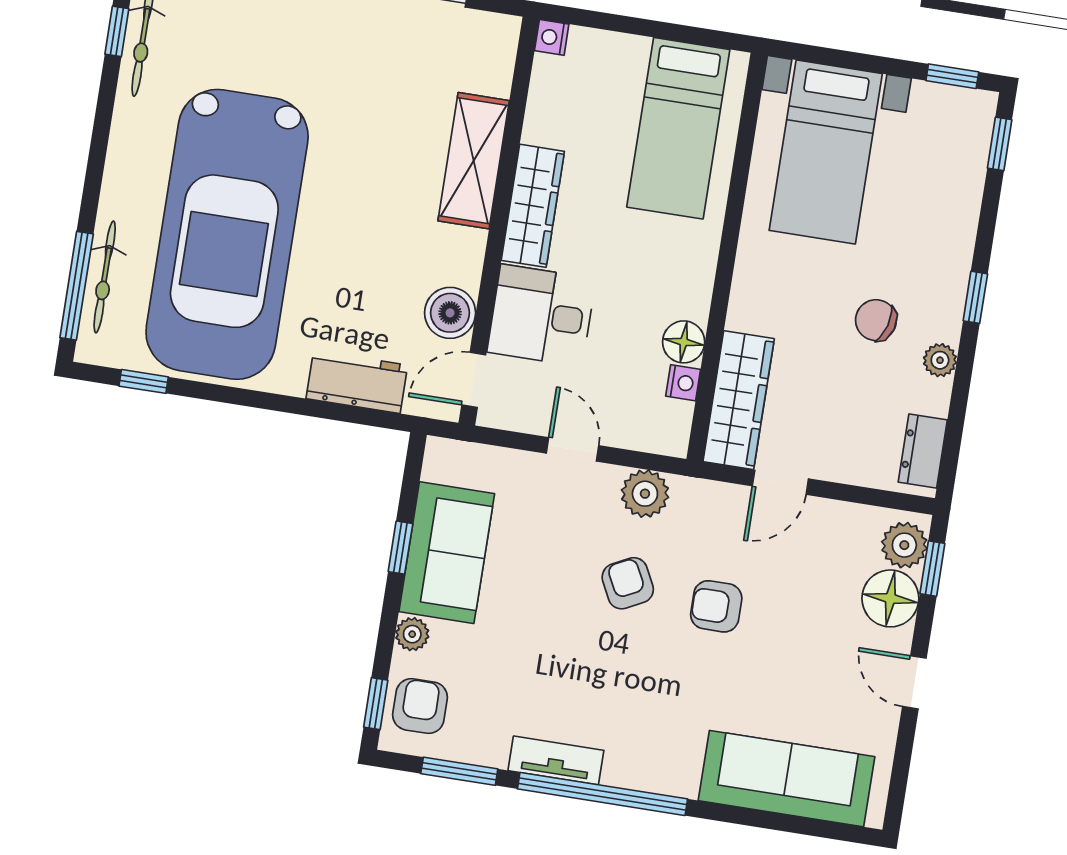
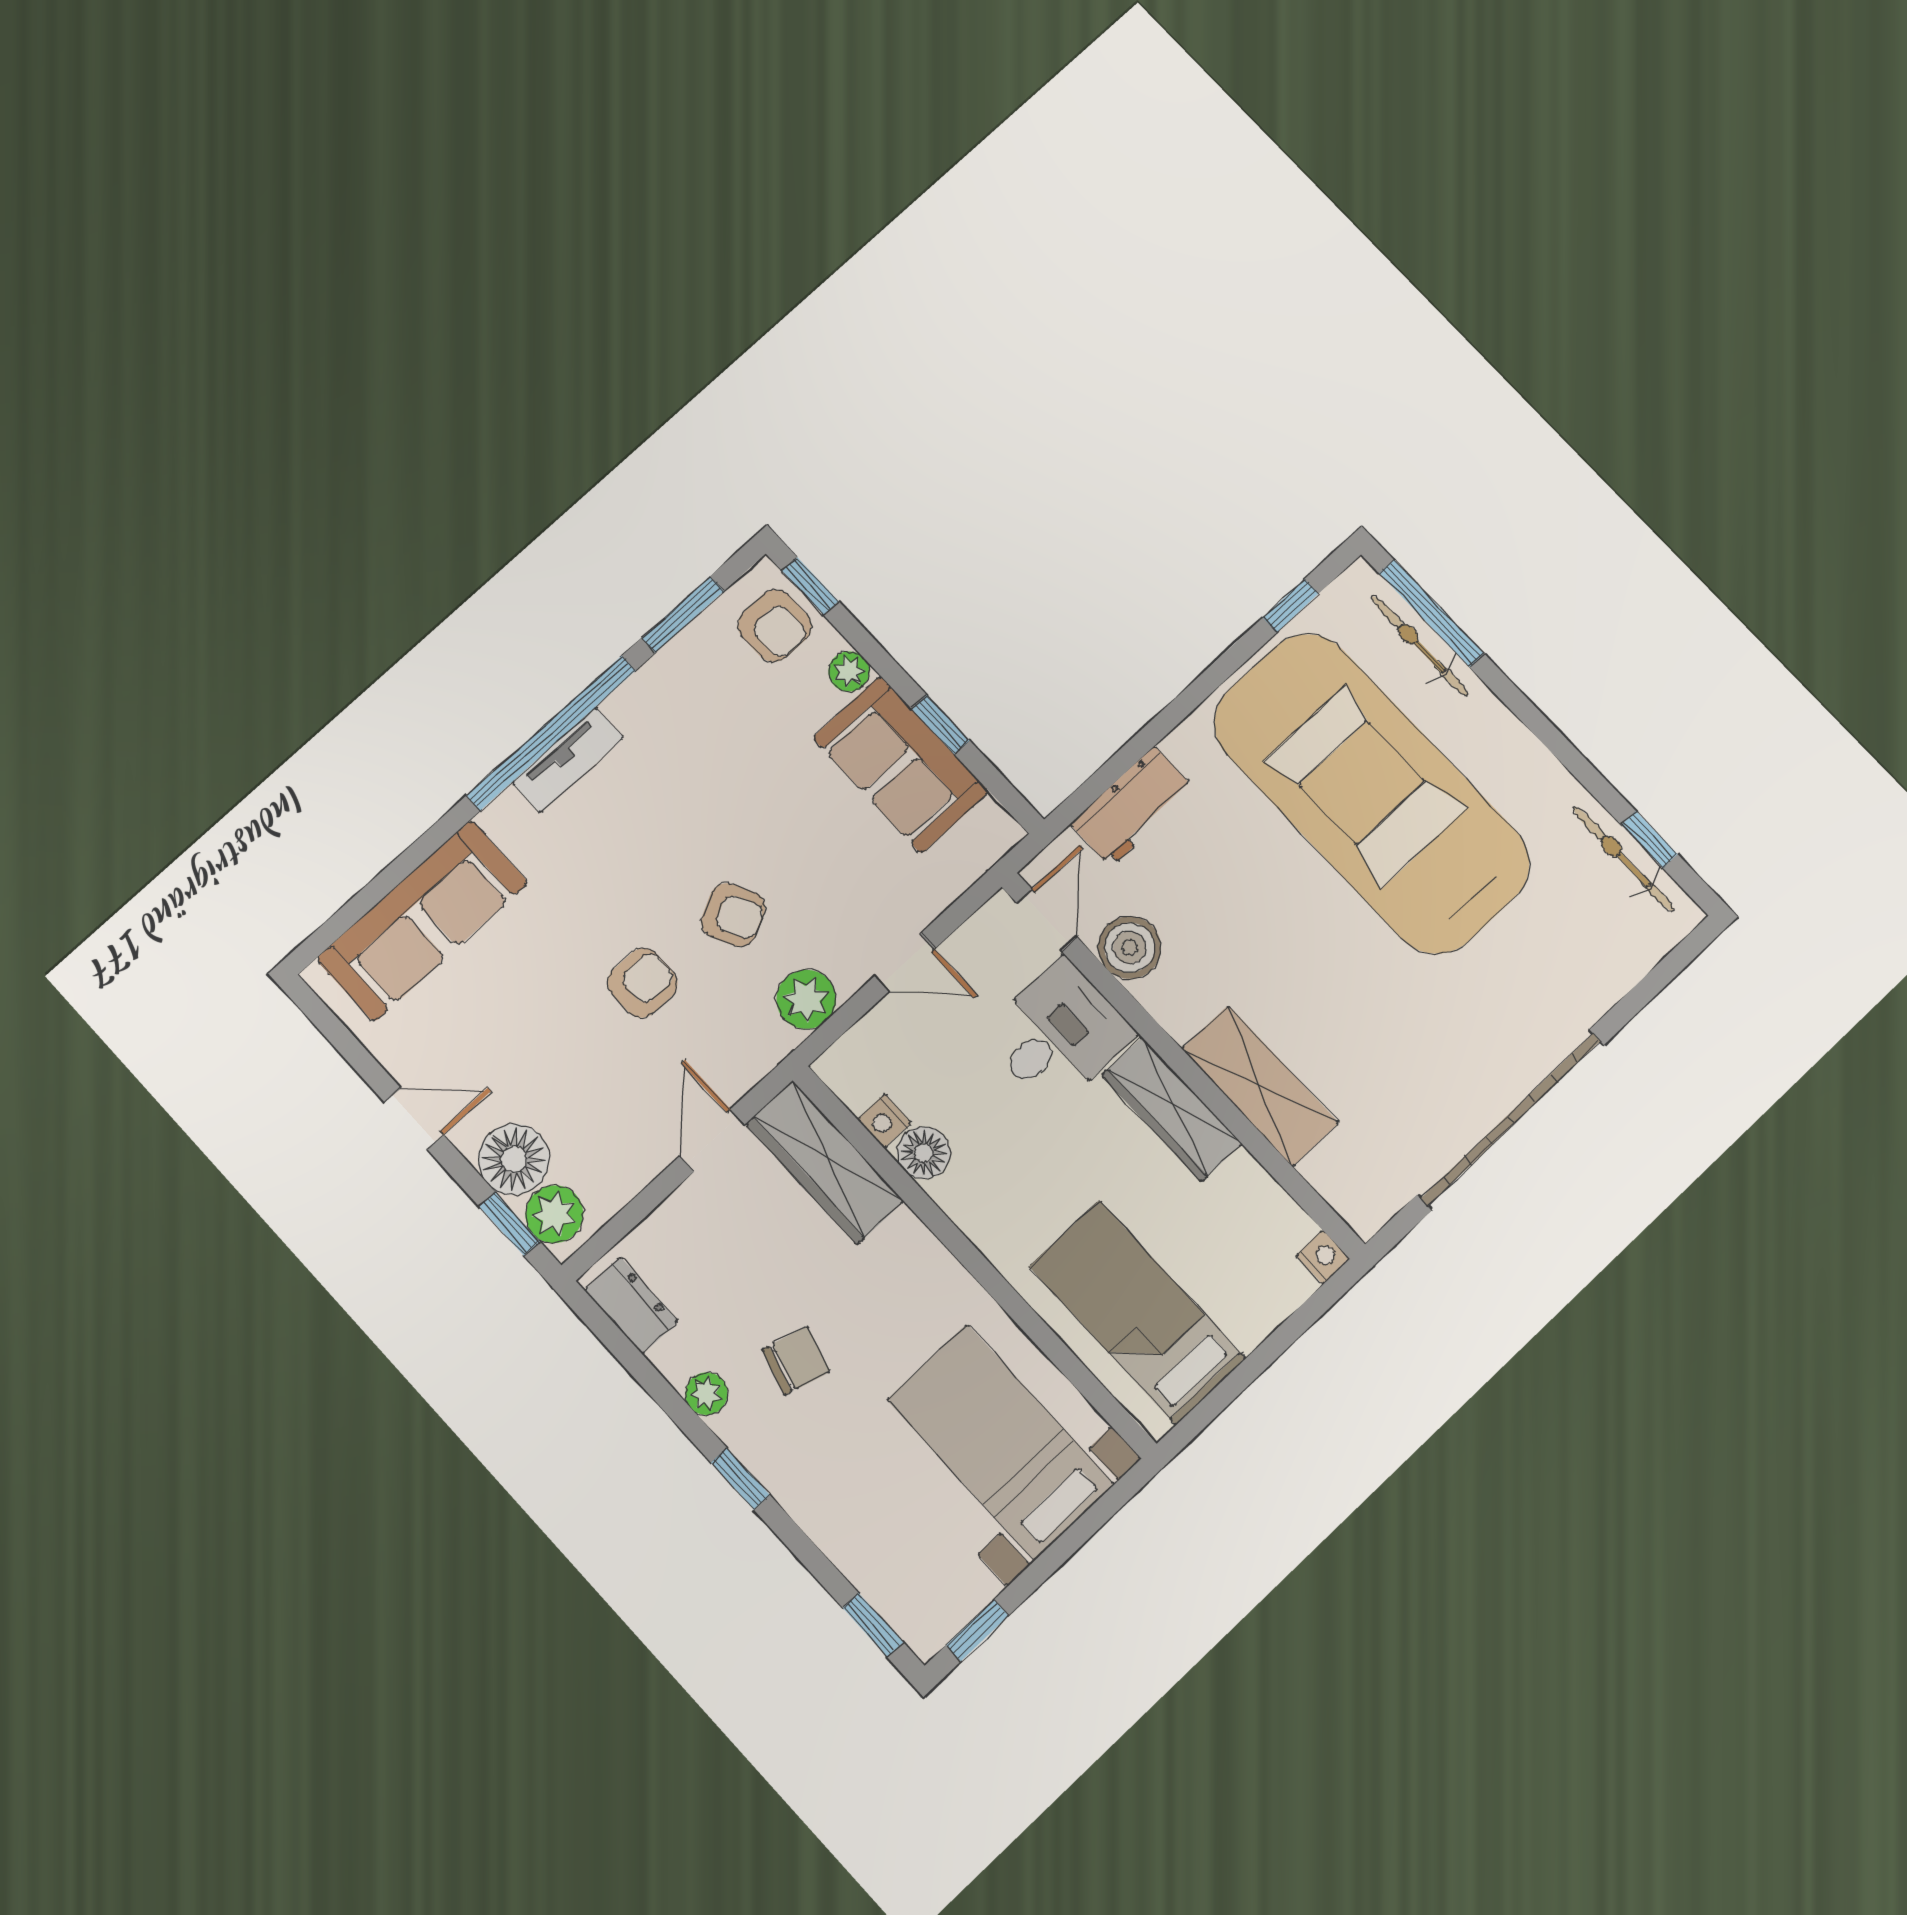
tv unit: (556, 760) -> (568, 760), moved

